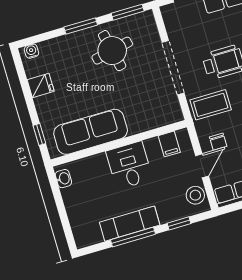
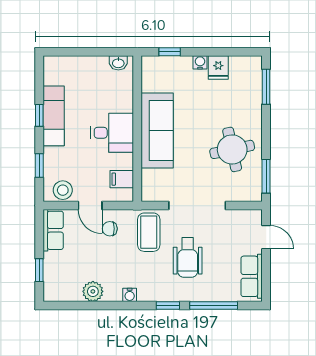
window: (81, 26) -> (266, 87), moved
water cooler: (31, 51) -> (200, 62), moved, turned -90
sofa: (91, 132) -> (157, 131), moved
window: (133, 237) -> (39, 115), width x0.46

